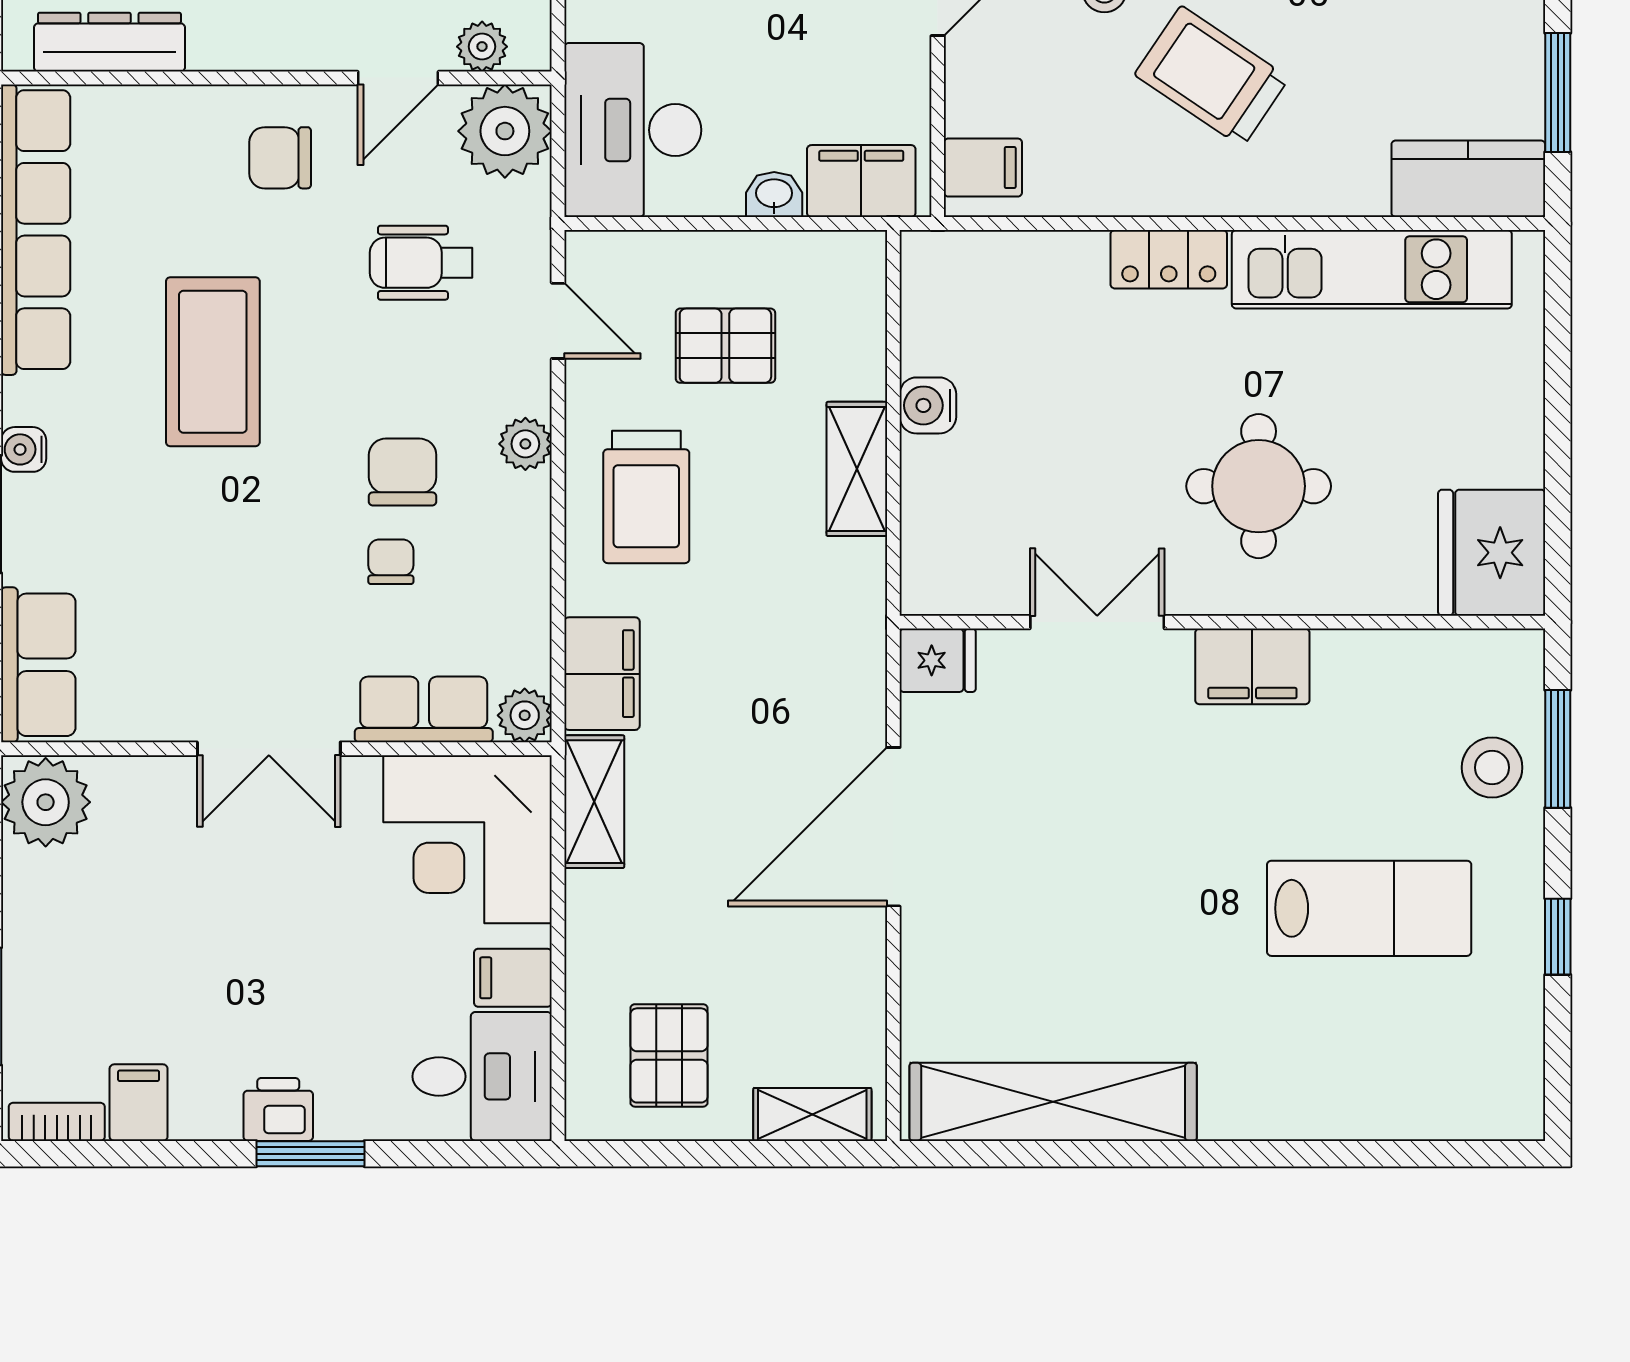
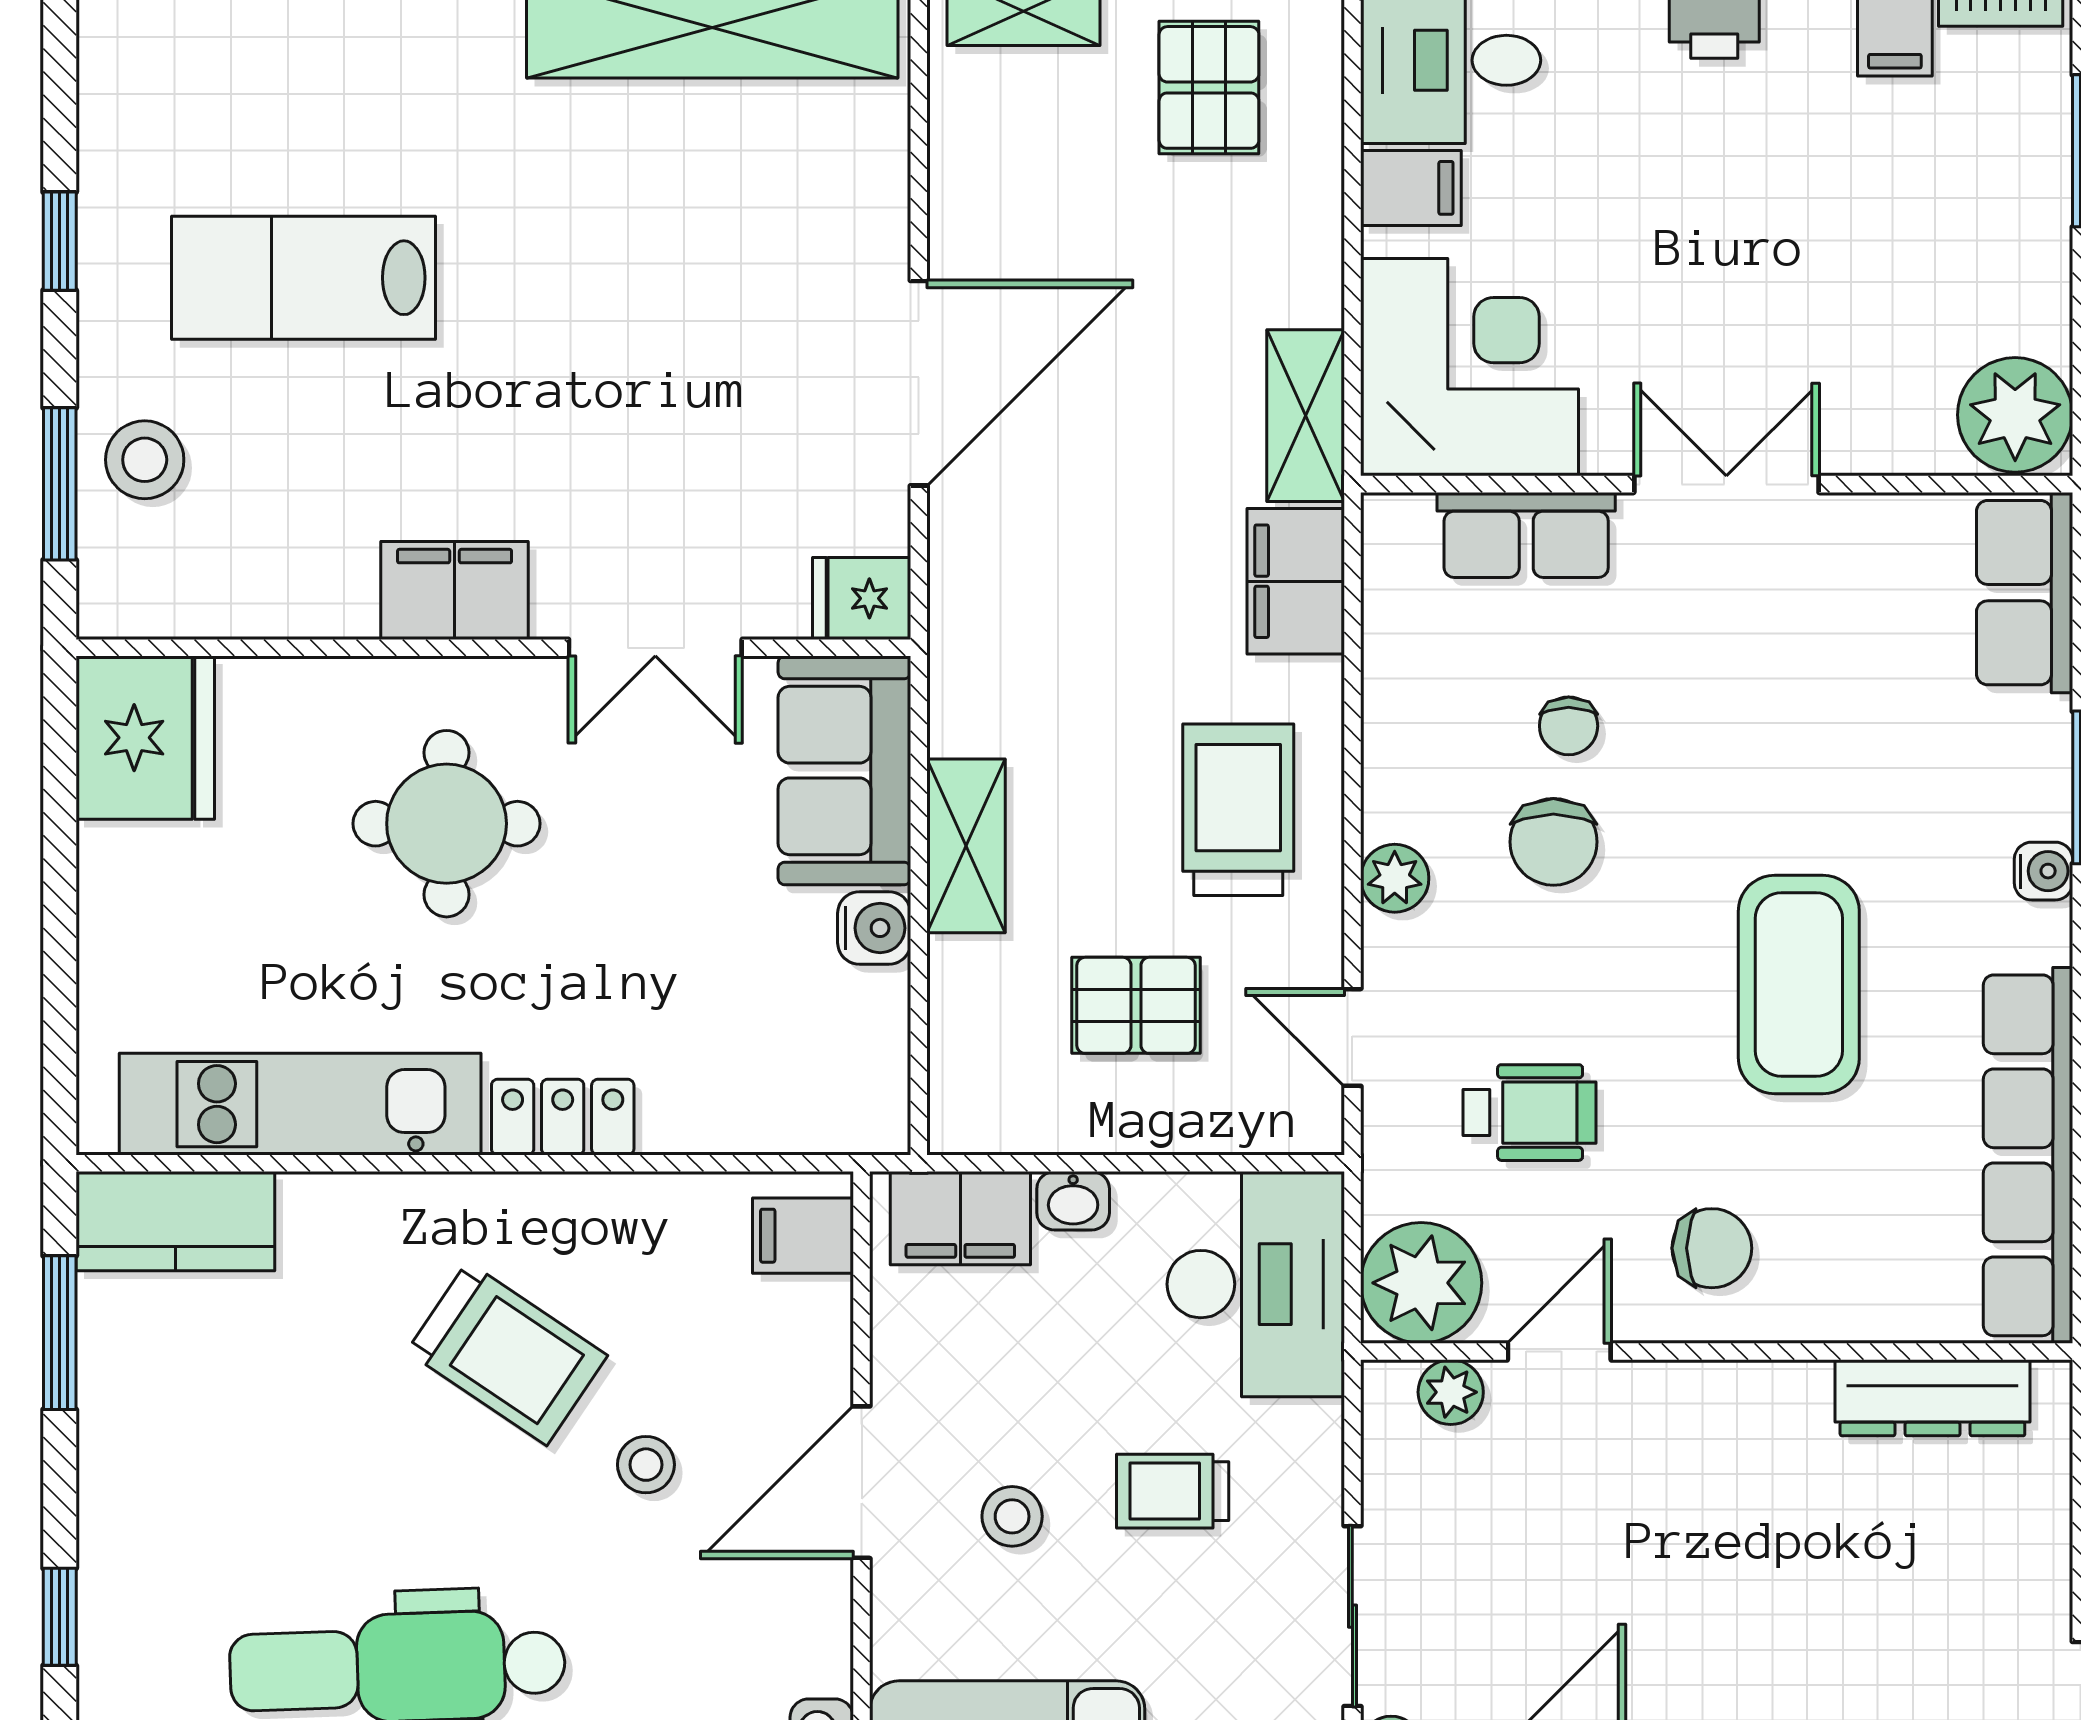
sofa: (951, 527) -> (844, 770), added
plant: (525, 715) -> (1396, 527), removed

